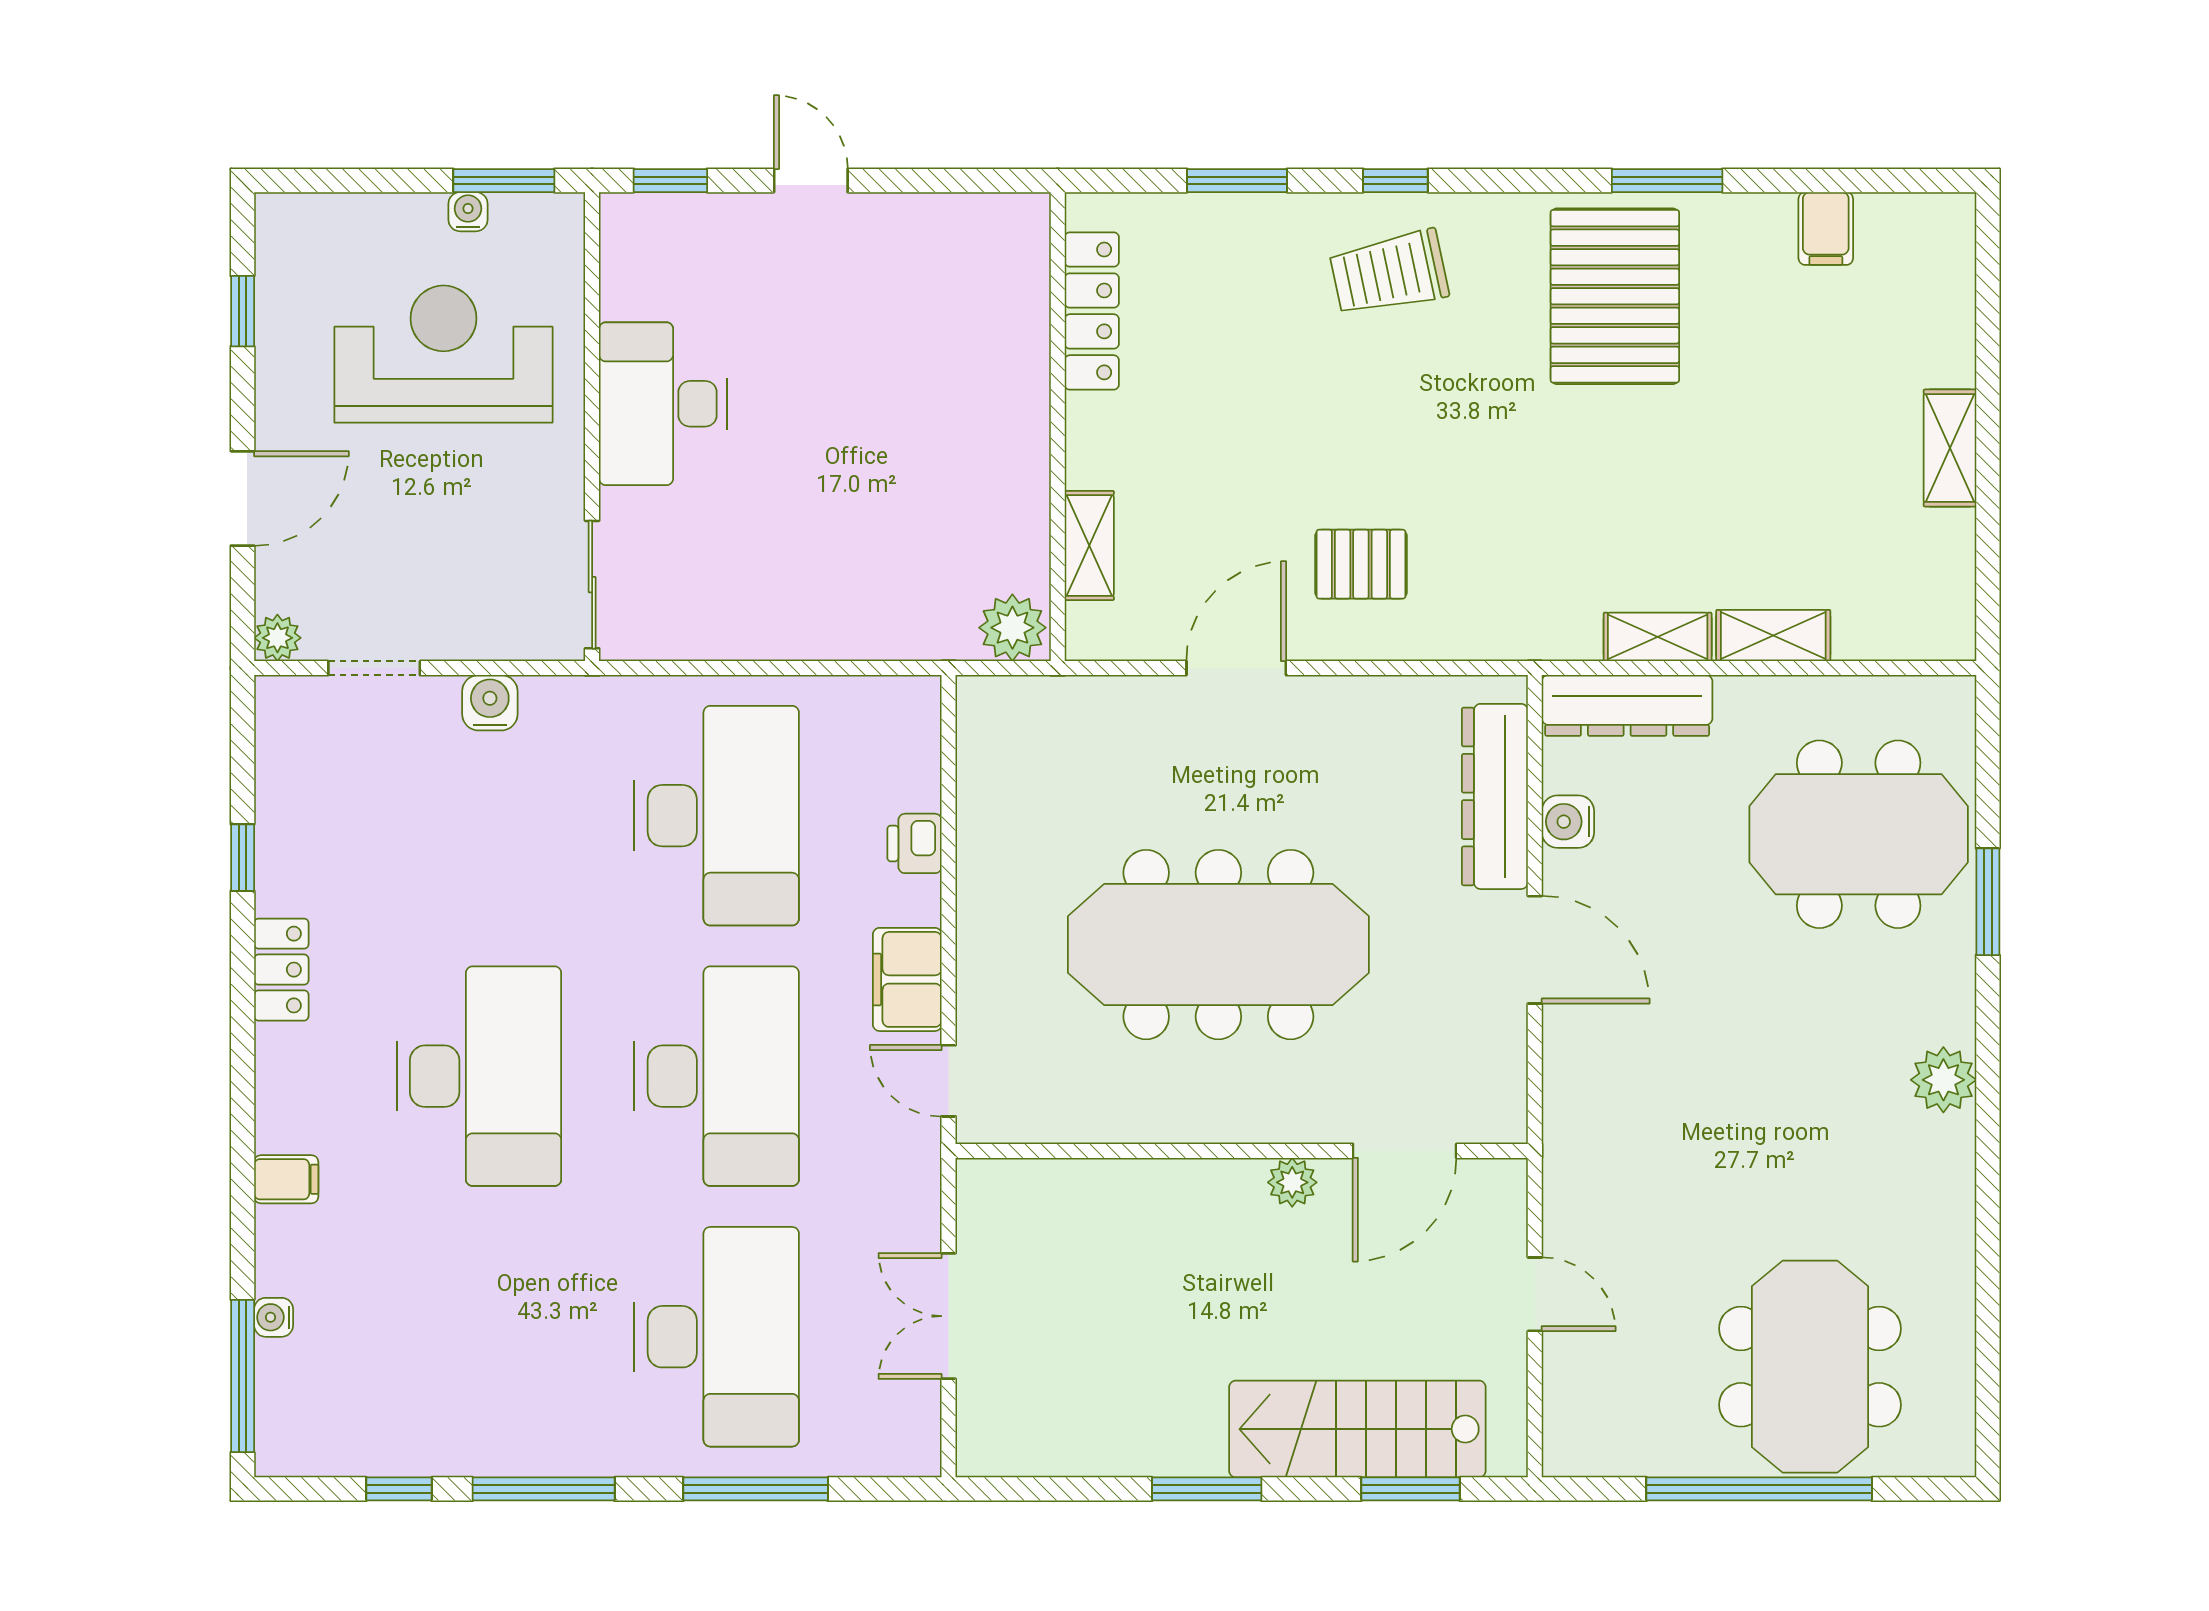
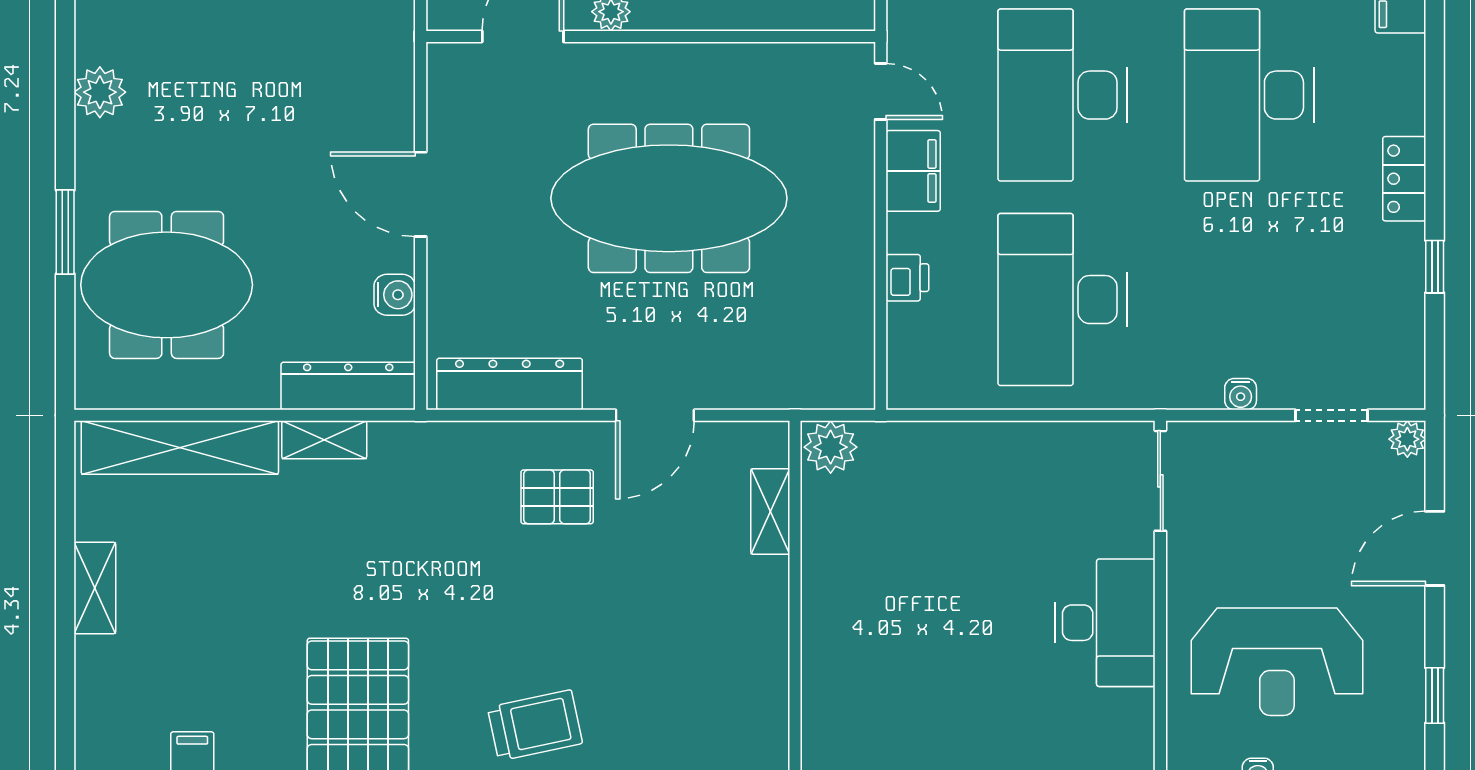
locker: (1092, 311) -> (768, 696), removed
shelving: (1773, 635) -> (180, 448), width x2.20, depth x1.33
water cooler: (490, 703) -> (1241, 394), width x0.72, depth x0.72
dresser: (1495, 796) -> (510, 384), moved, turned -90

